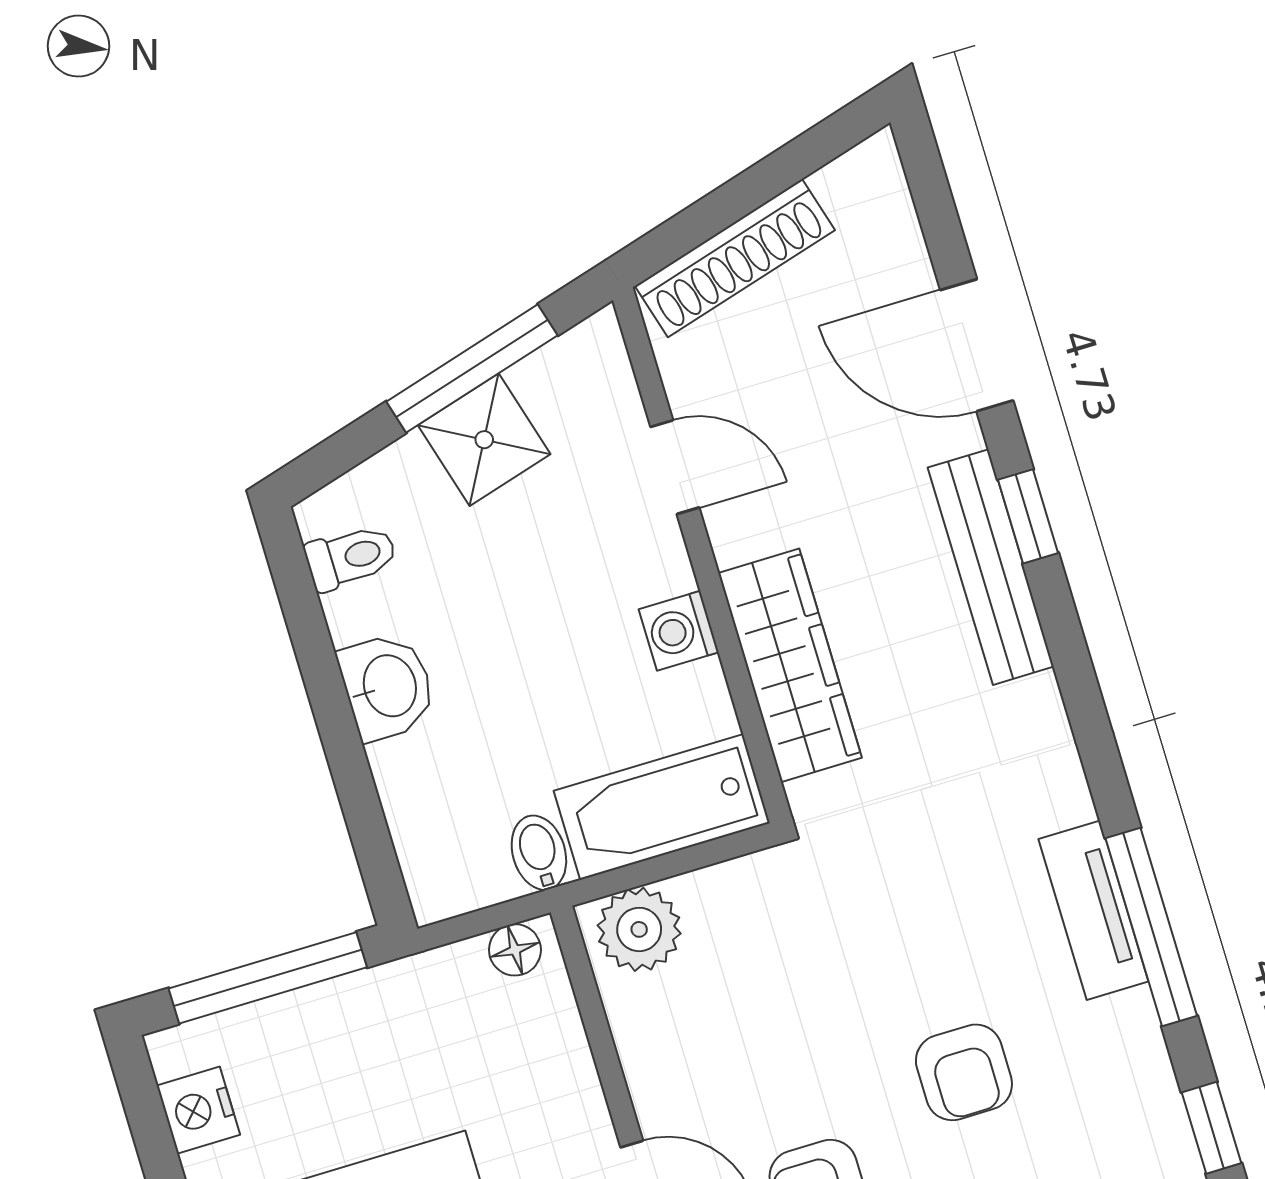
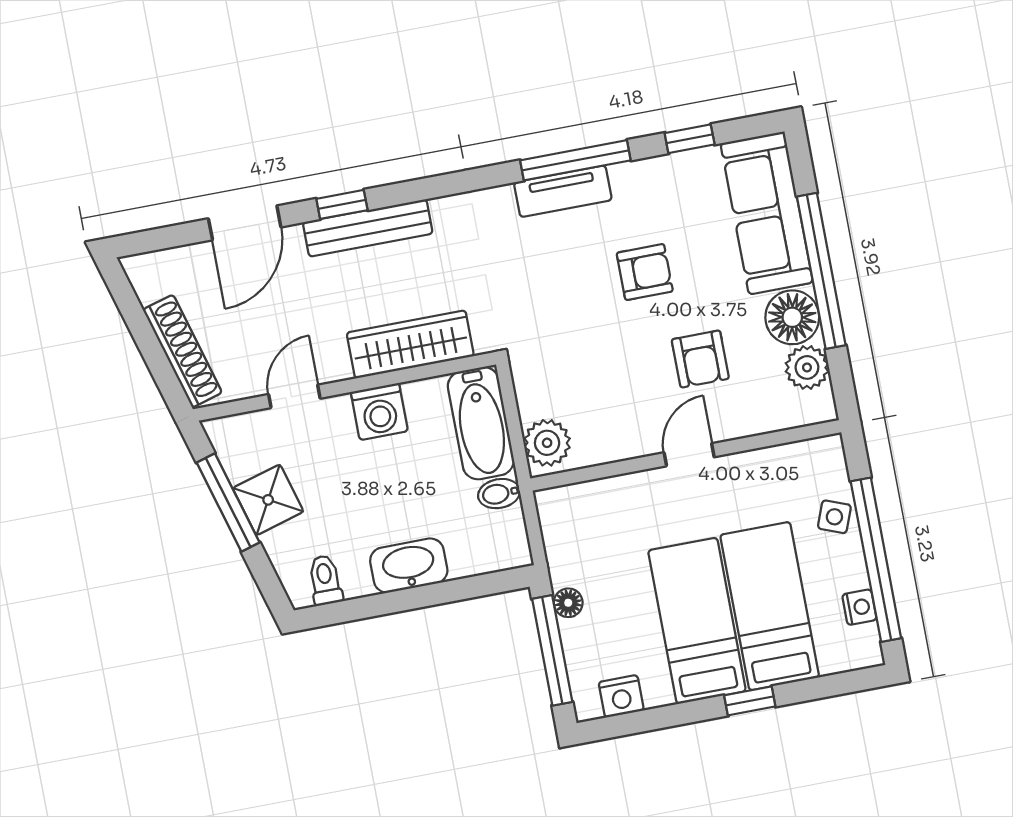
washing machine: (679, 631) -> (379, 412), width x1.38, depth x1.38
washbasin: (387, 686) -> (409, 566), width x1.38
floor lamp: (515, 950) -> (568, 603), moved

